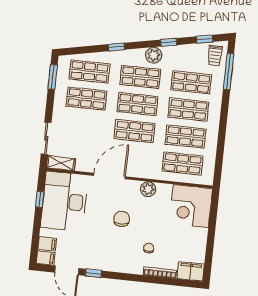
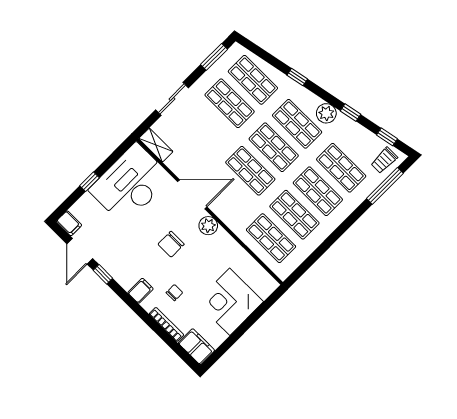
sliding door: (46, 138) -> (172, 99), moved
plant: (148, 189) -> (208, 226), moved
window: (40, 199) -> (89, 182), moved
corner desk: (191, 206) -> (230, 302), moved
chair: (122, 219) -> (171, 244), turned 180
filing cabinet: (47, 244) -> (140, 291), moved, turned -90

